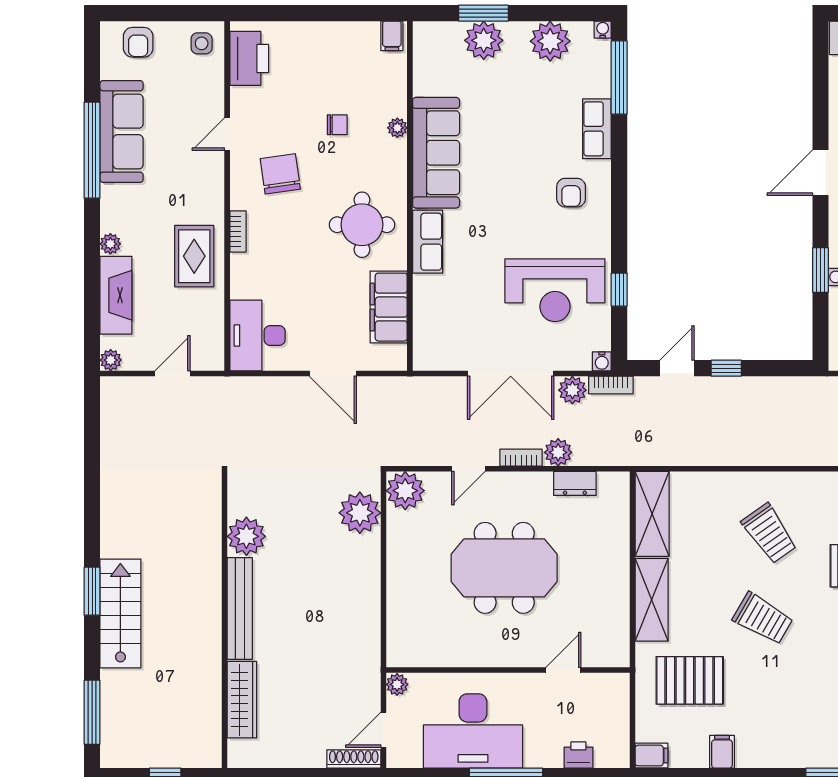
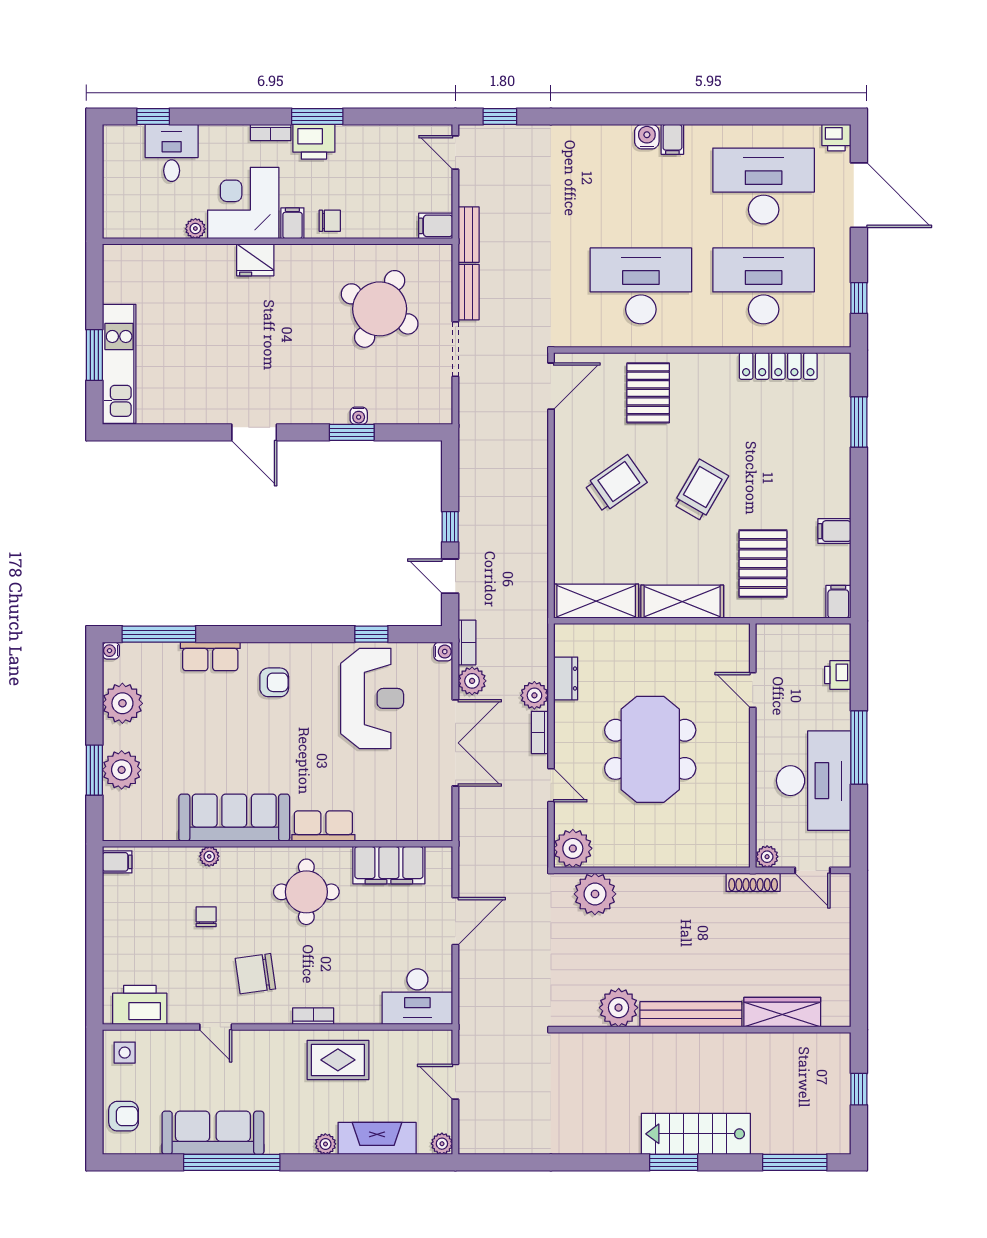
shoe rack: (354, 759) -> (753, 882), moved, turned -90

